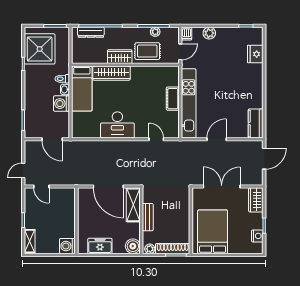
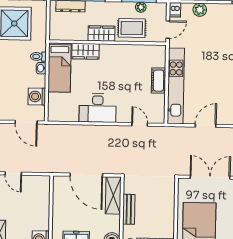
wardrobe: (111, 73) -> (85, 51), width x0.67
washing machine: (61, 104) -> (37, 97), moved

